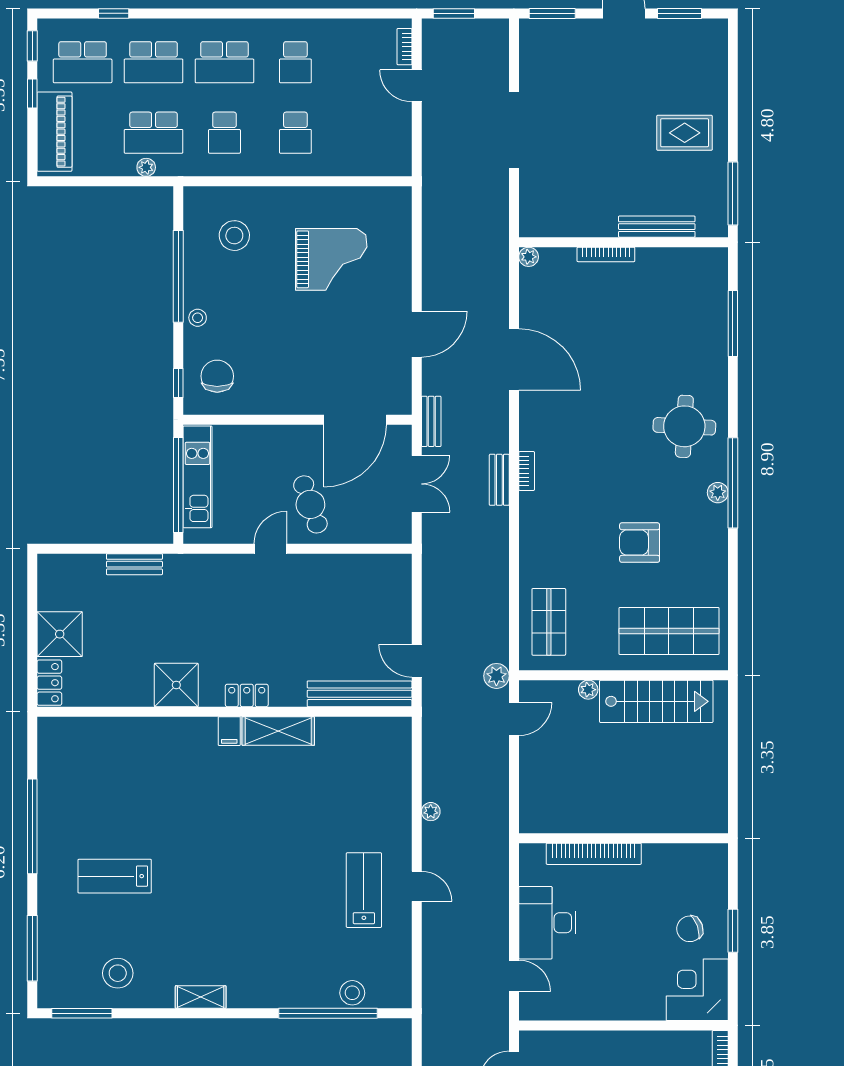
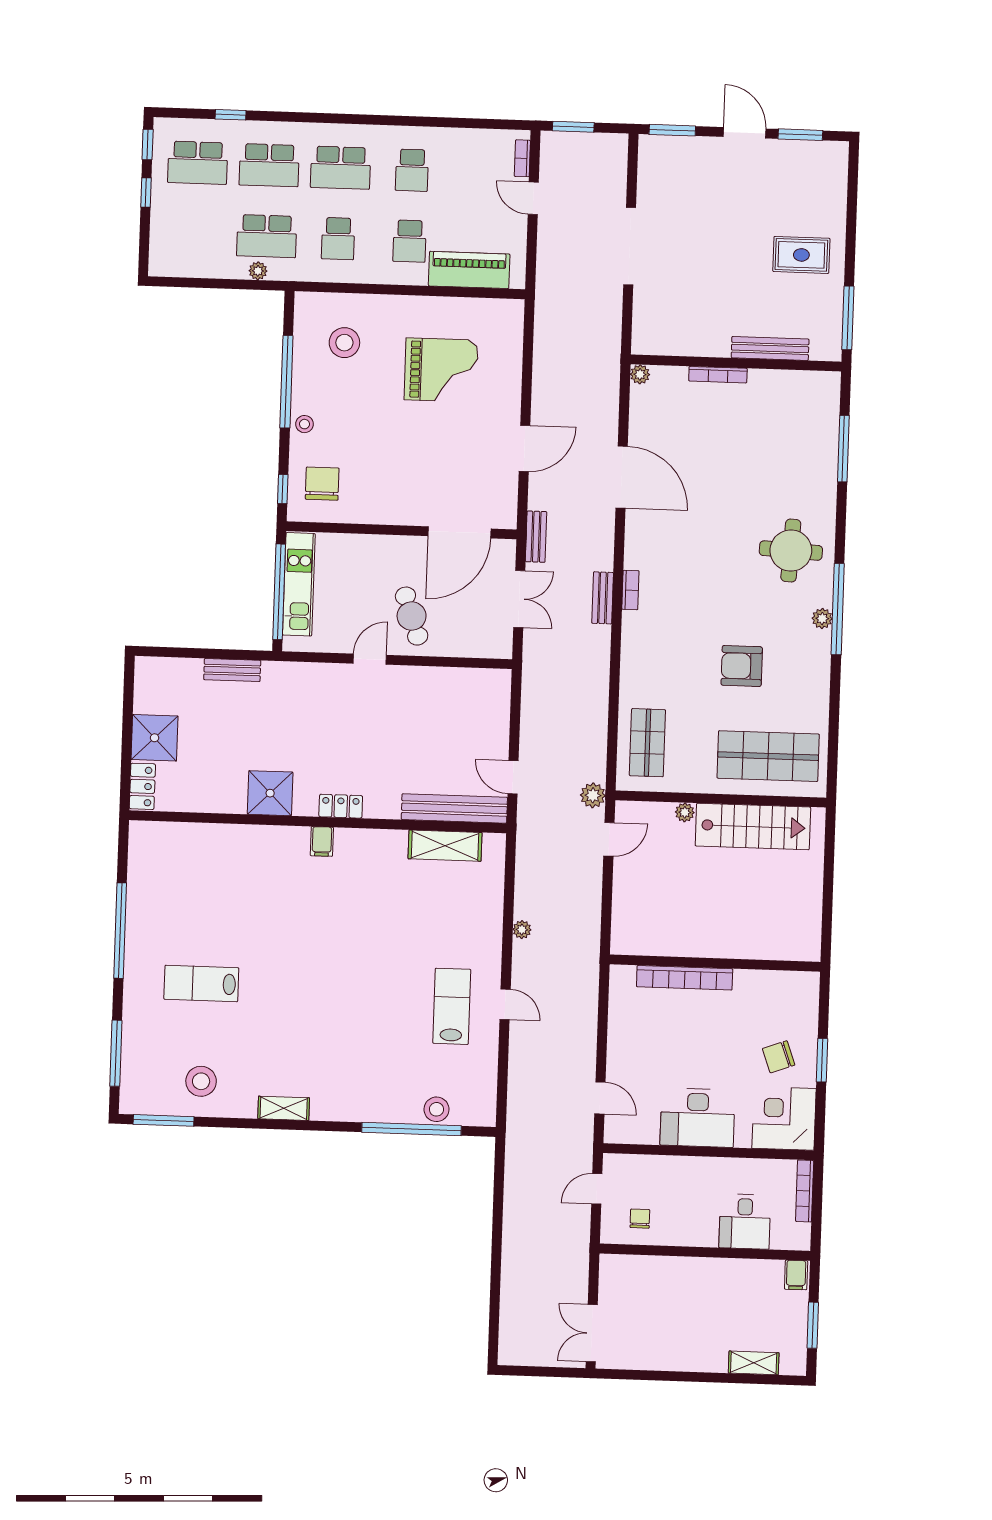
piano: (54, 132) -> (469, 270), moved, turned -90
shelving: (278, 731) -> (445, 846), moved
desk: (547, 923) -> (698, 1118), moved, turned -90

